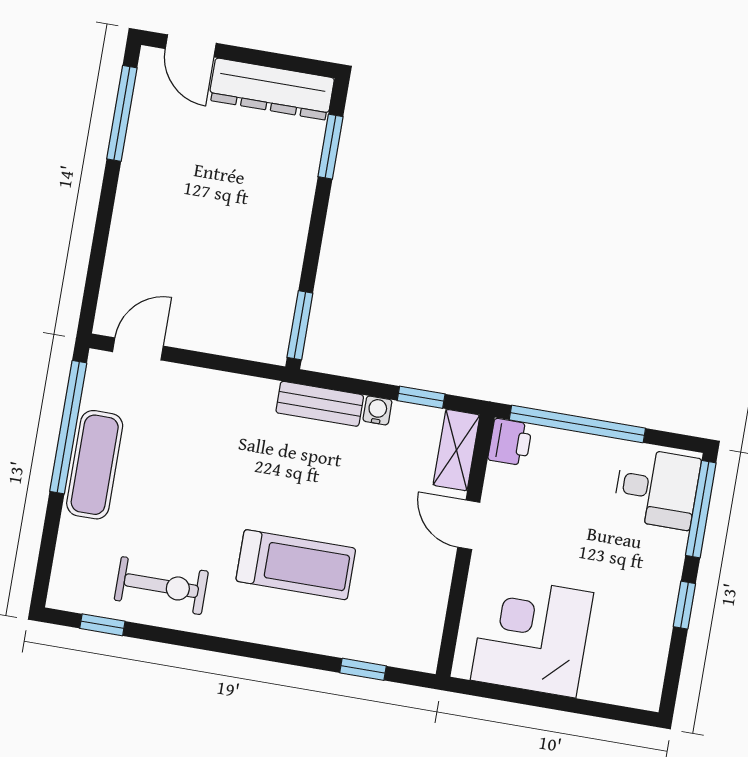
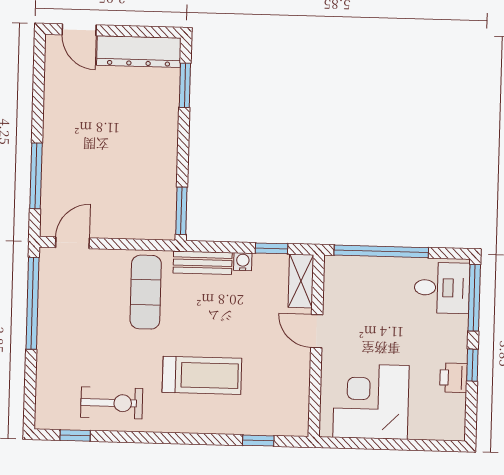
window: (122, 113) -> (36, 176), moved
printer: (510, 442) -> (453, 378), moved, turned 180
exercise mat: (95, 465) -> (146, 292), moved

